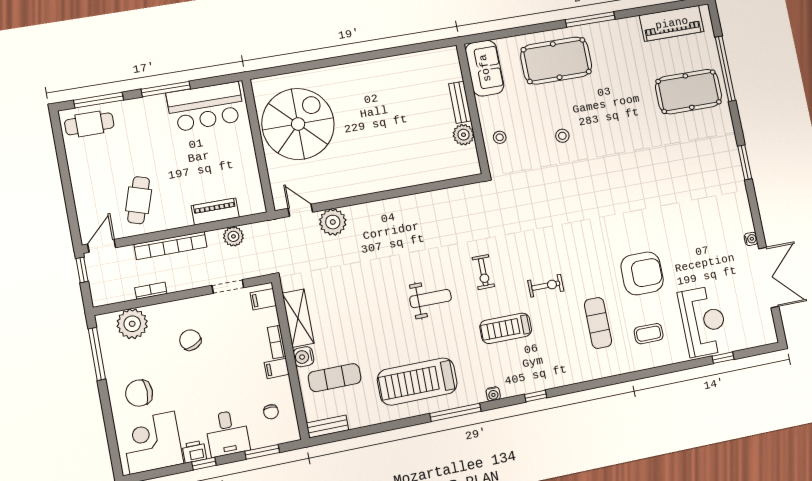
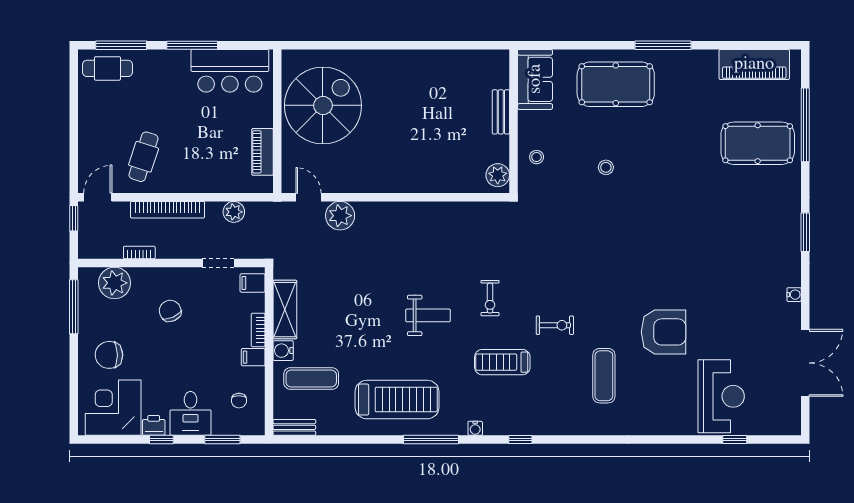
plant: (464, 135) -> (498, 175), moved
piano: (215, 211) -> (263, 152), moved, turned -90
water cooler: (751, 239) -> (794, 295), moved
coffee table: (649, 334) -> (657, 398), removed
treadmill: (417, 382) -> (397, 400), turned 180

